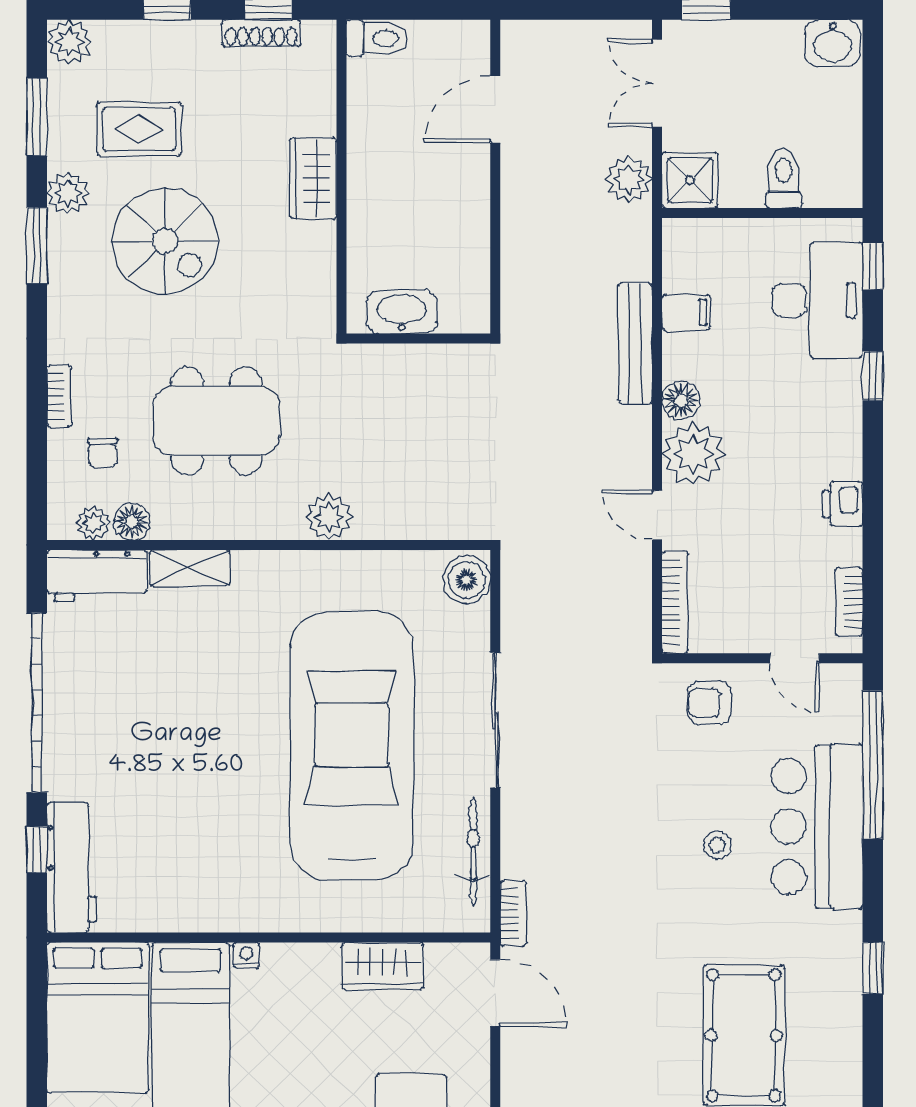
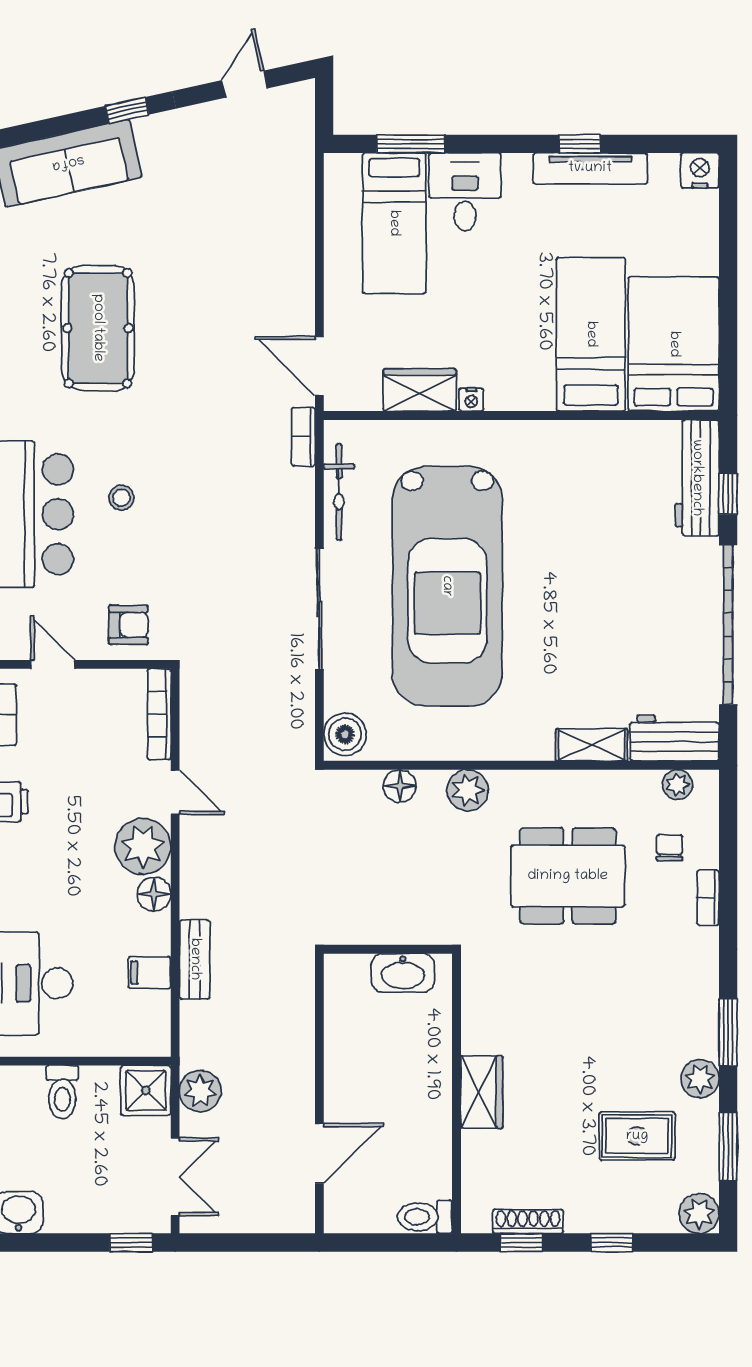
spiral stairs: (165, 241) -> (614, 1036), removed
bench: (635, 343) -> (195, 959), width x0.73
floor lamp: (132, 522) -> (400, 786), moved
nightstand: (246, 955) -> (471, 400), moved

